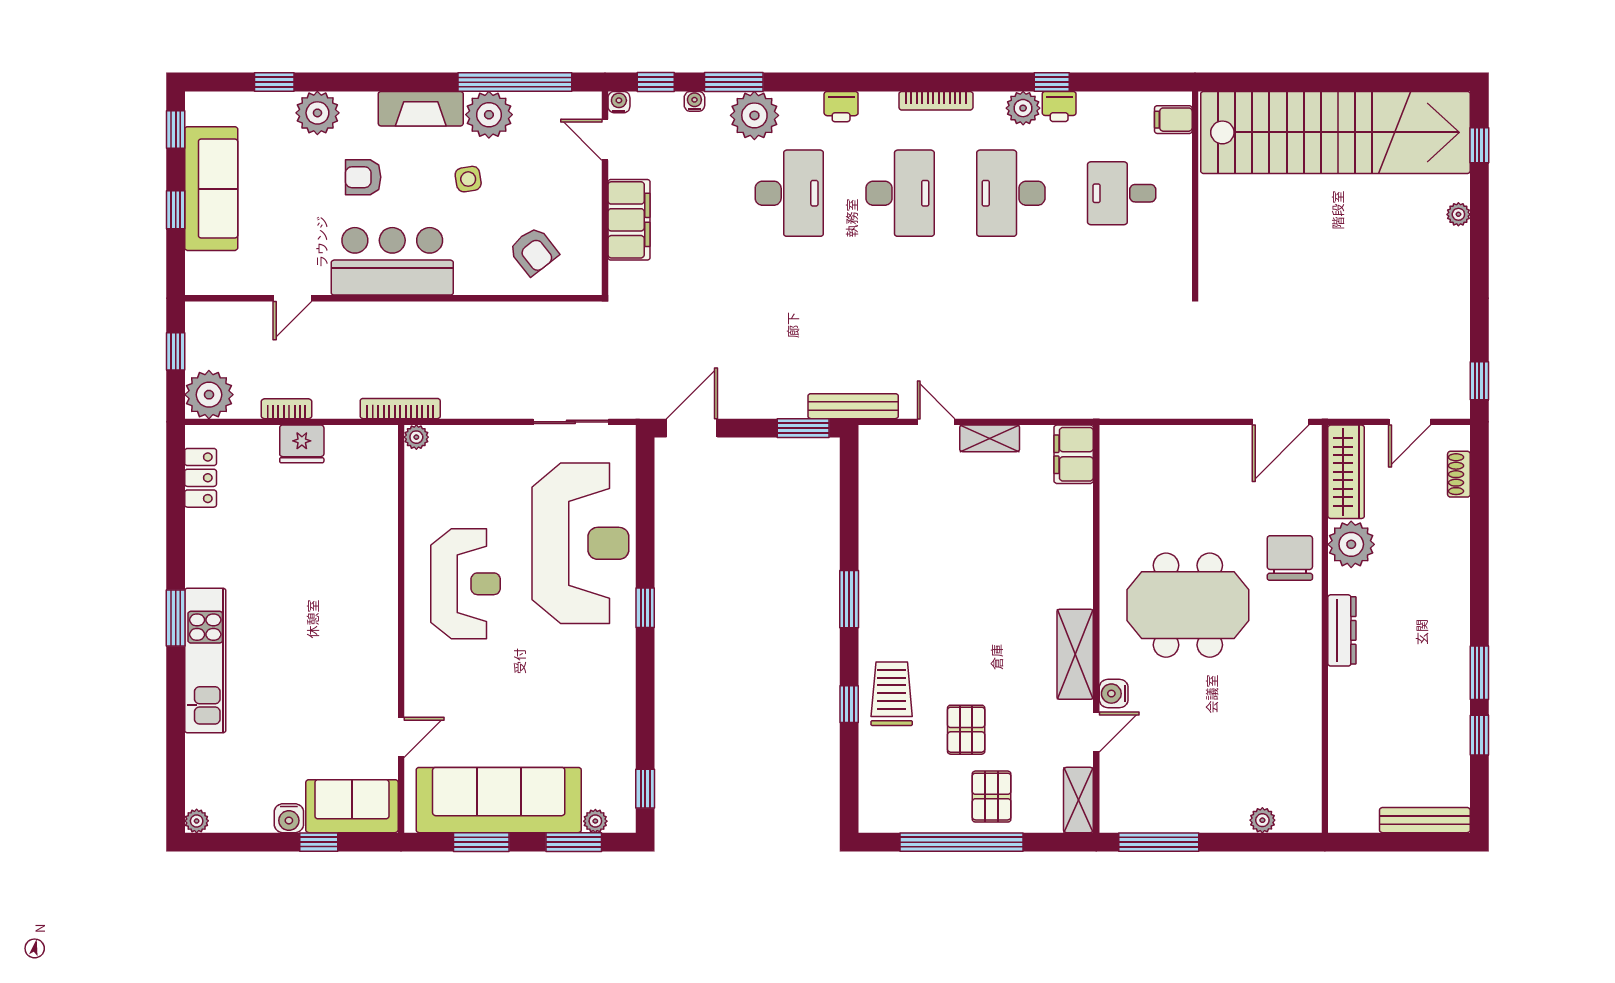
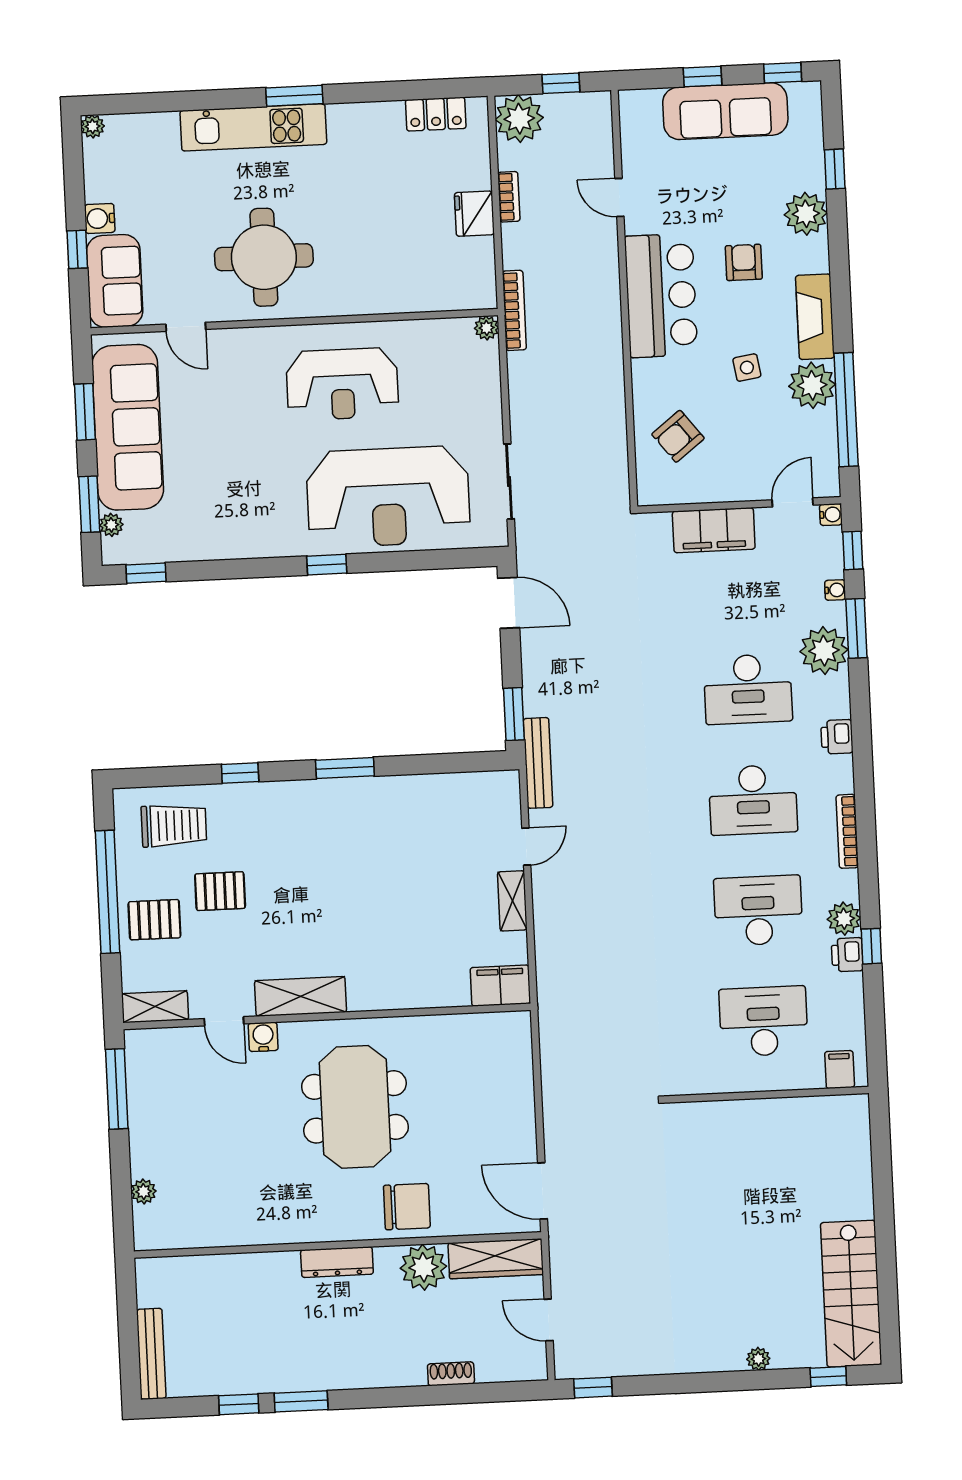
stairs: (1335, 132) -> (851, 1294), width x0.54, depth x0.66
desk: (1122, 193) -> (764, 1021), width x1.37
shoe rack: (1459, 474) -> (451, 1374), moved
round table: (335, 656) -> (264, 257), added
trolley: (892, 694) -> (174, 825), moved

